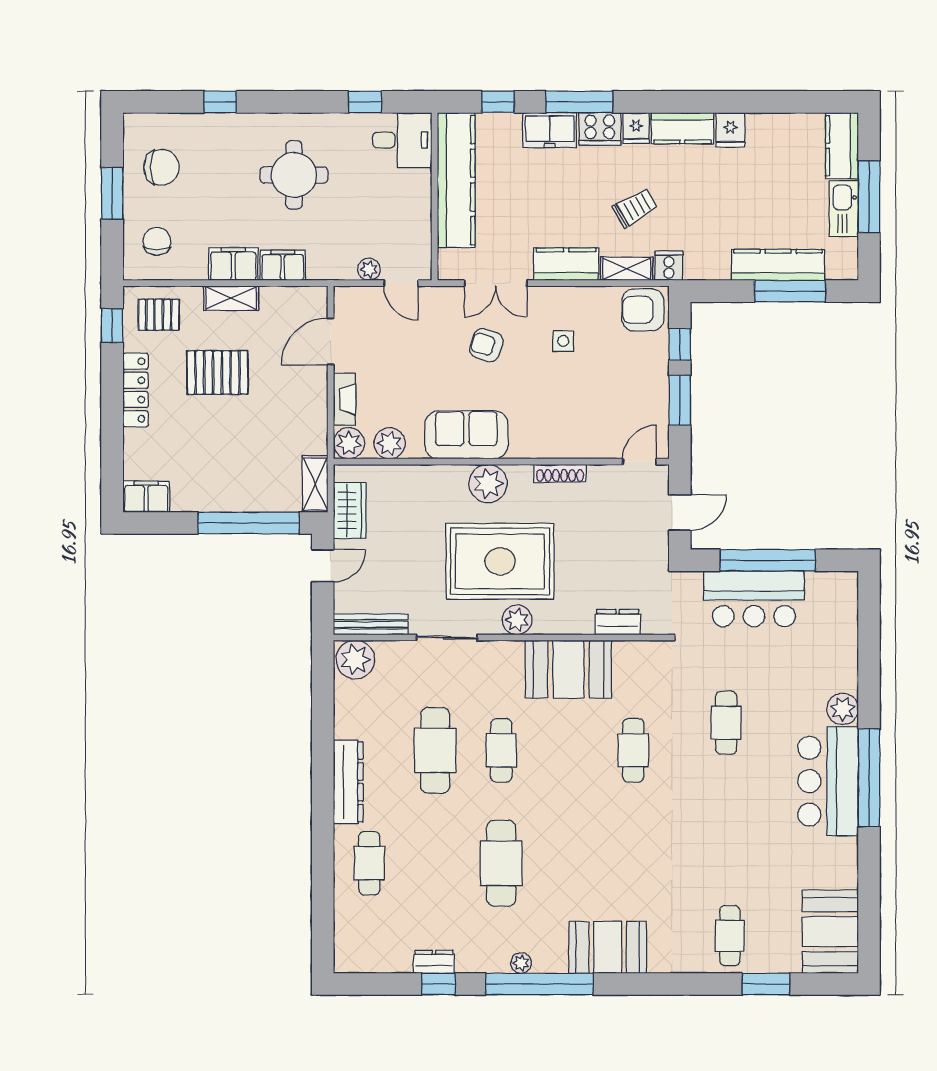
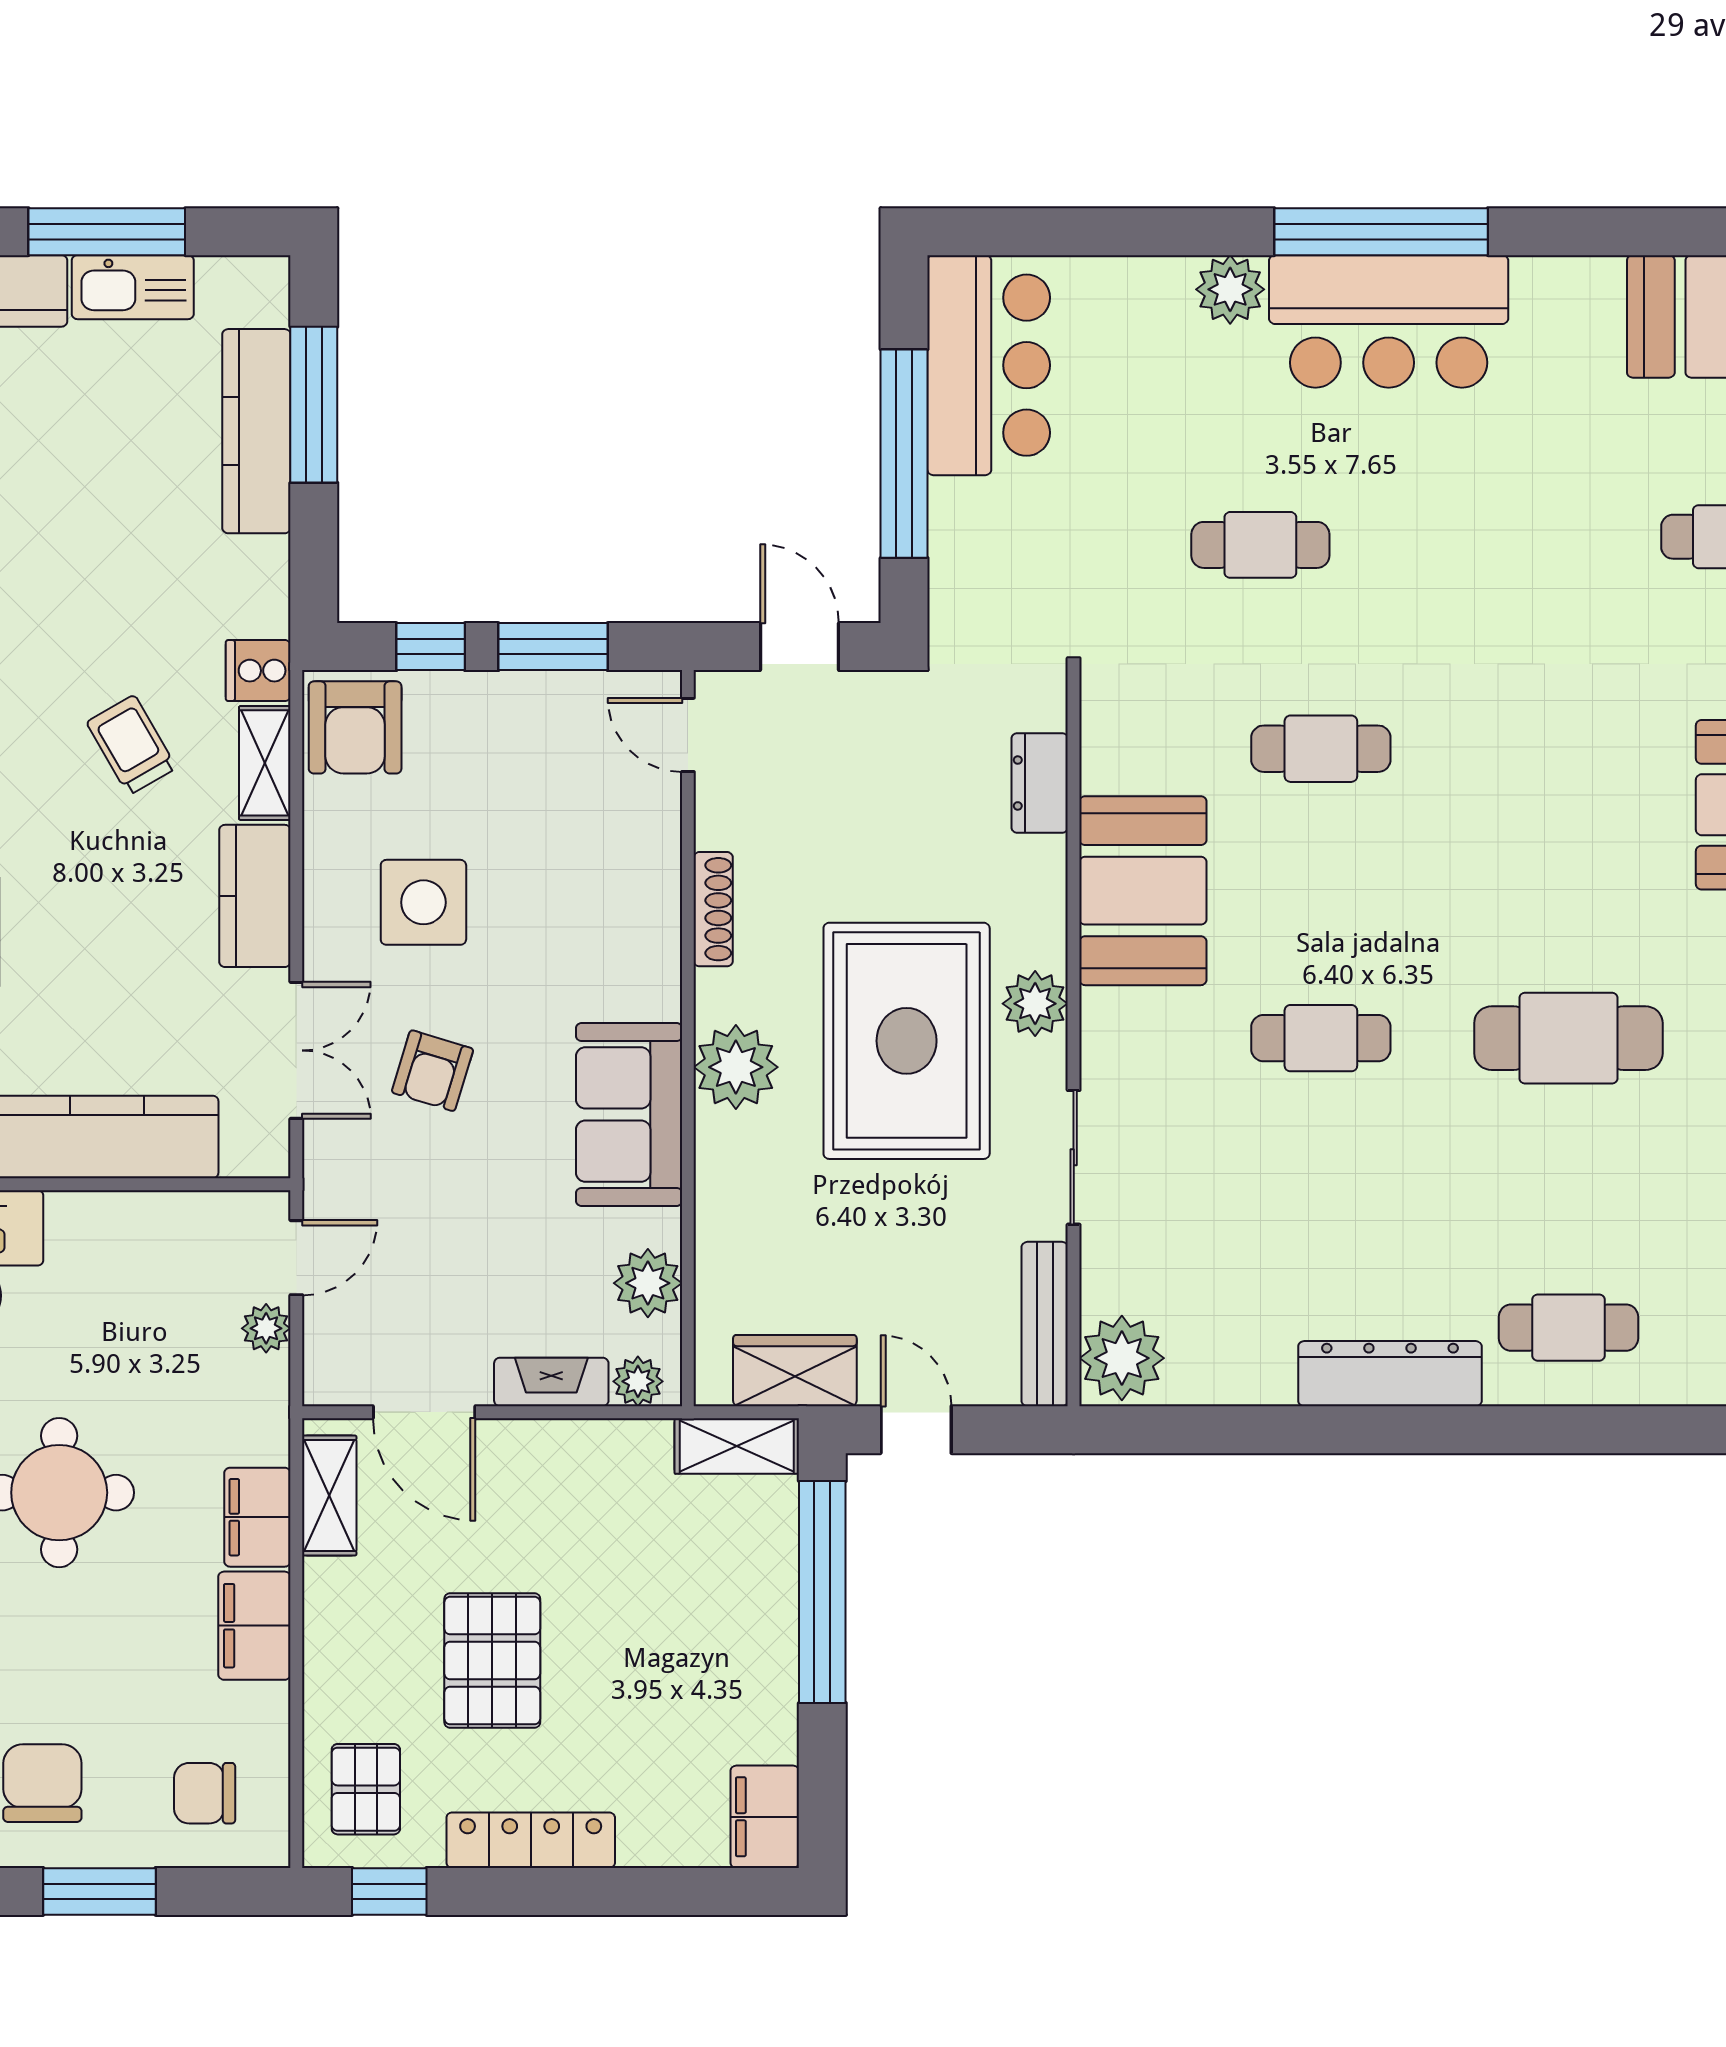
shelving: (231, 298) -> (329, 1496), moved
side table: (563, 341) -> (423, 902), width x1.87, depth x1.87
plant: (349, 443) -> (638, 1381), width x0.73, depth x0.73
bar counter: (754, 599) -> (989, 365), moved
cafe table: (435, 750) -> (1321, 1183), removed

